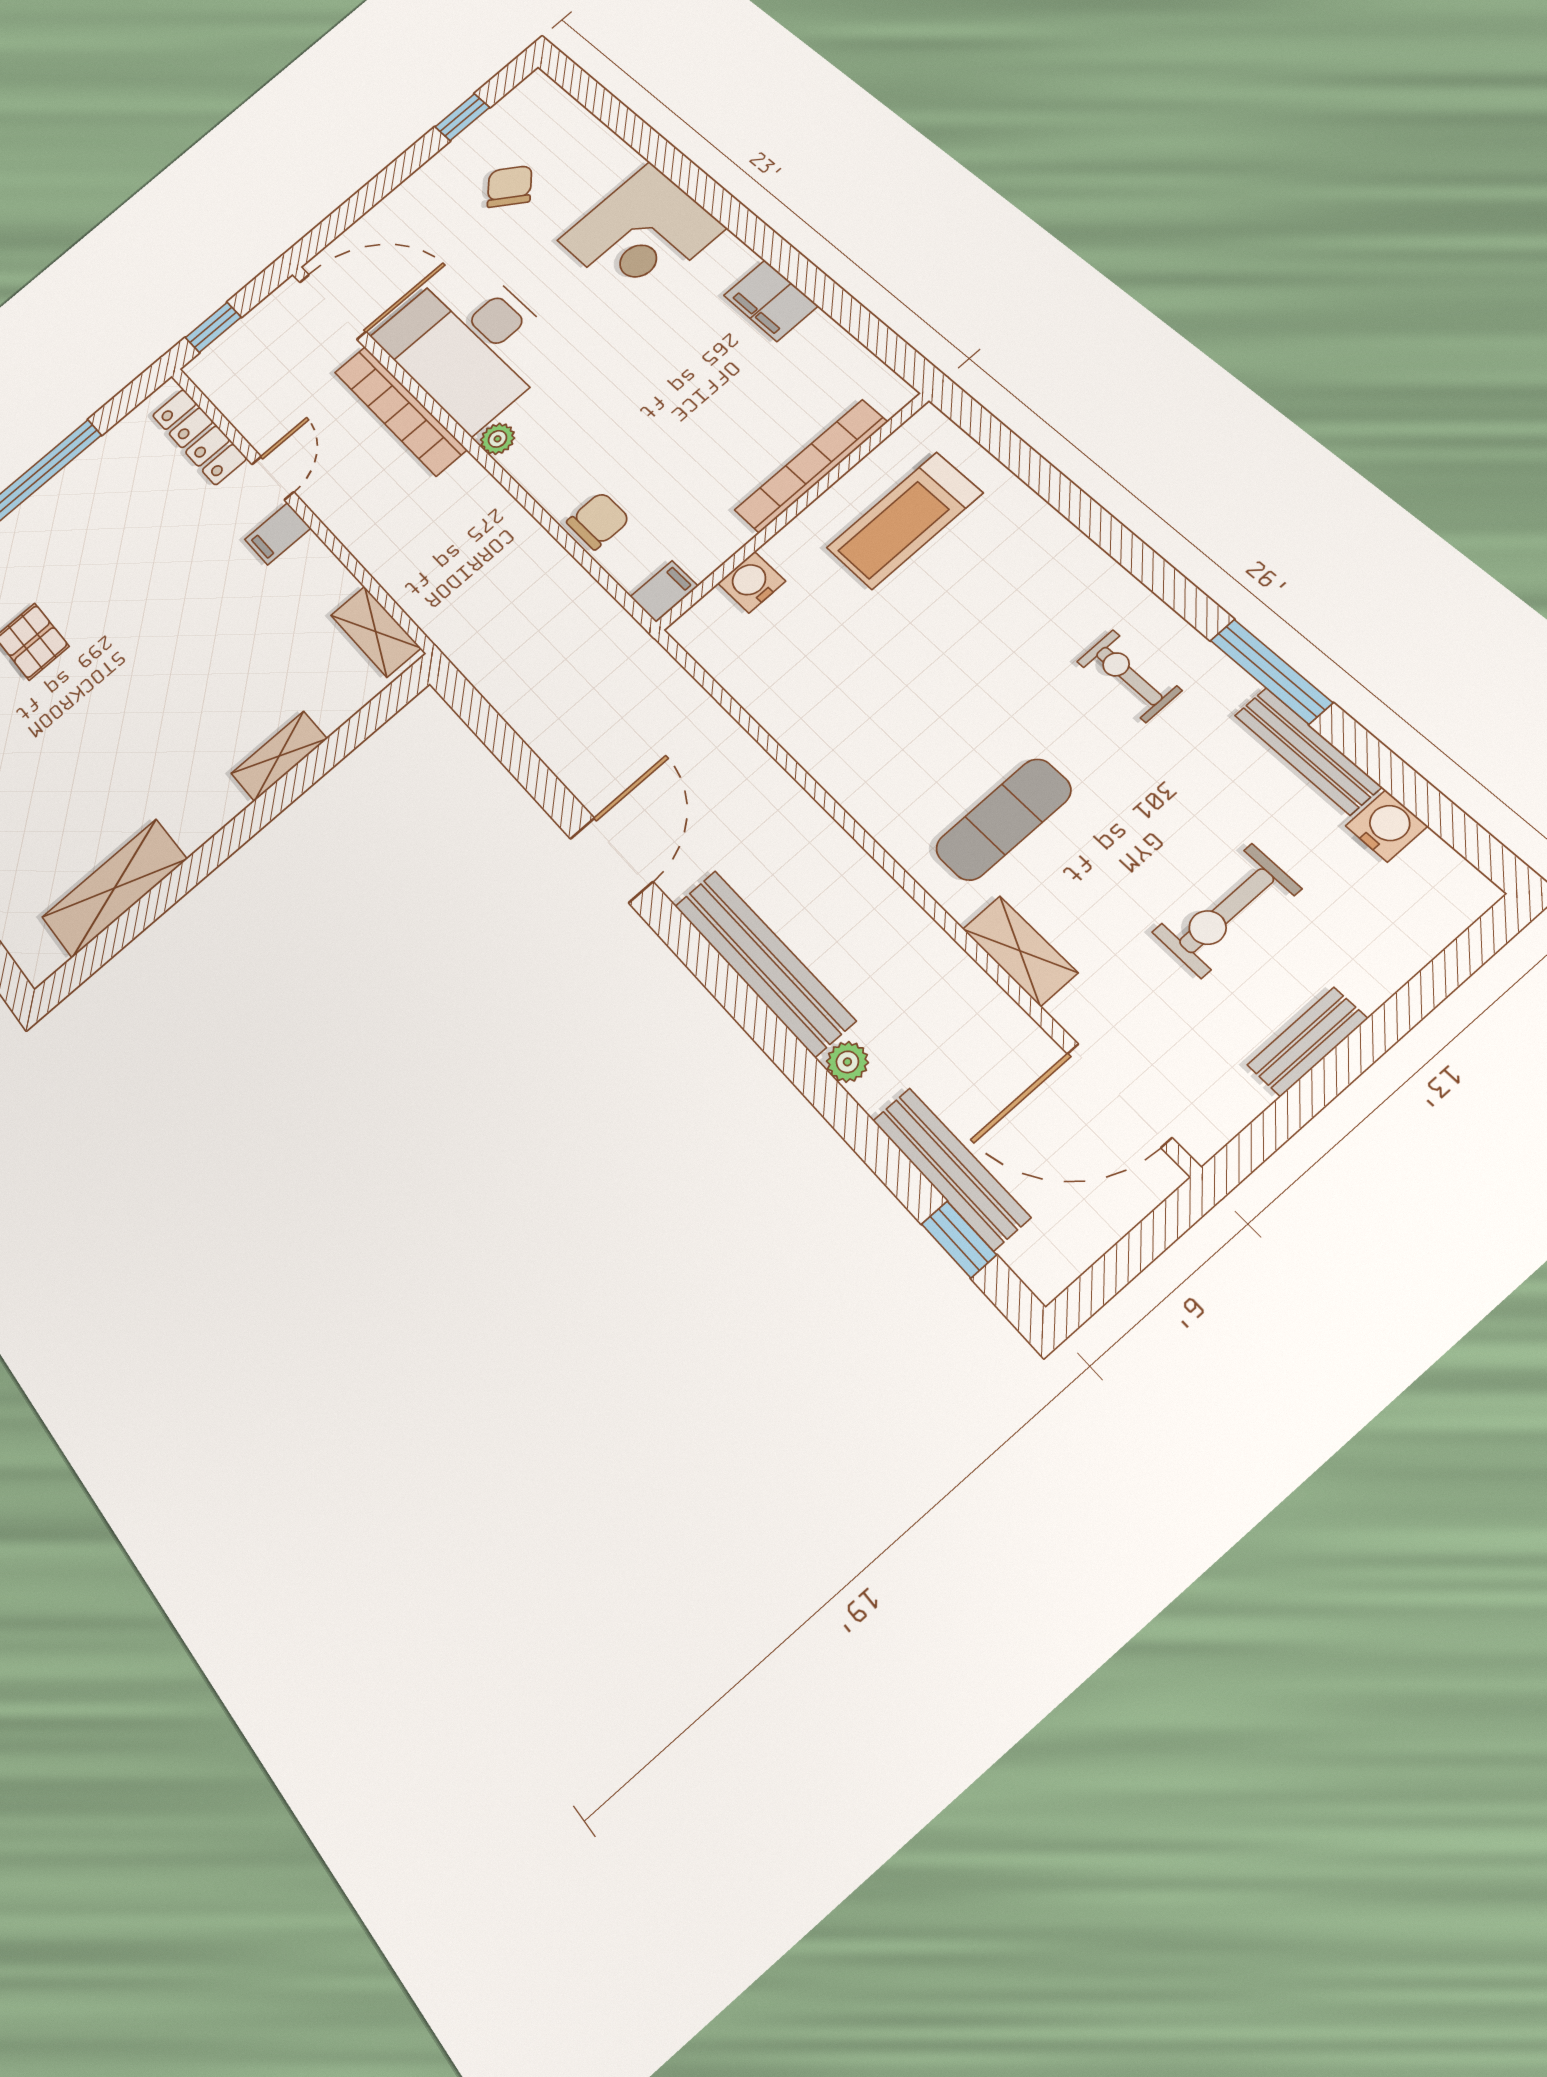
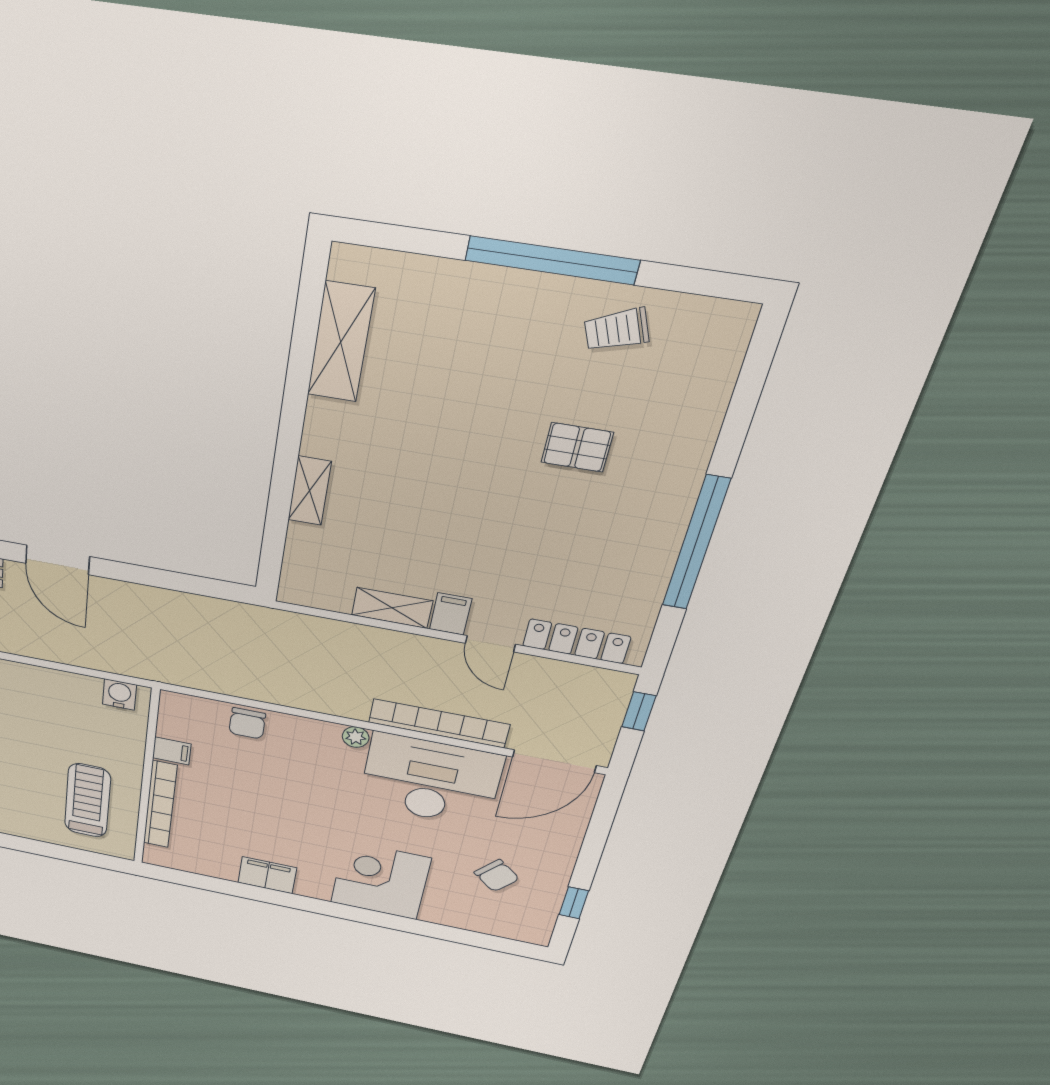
water cooler: (752, 582) -> (119, 694), moved, turned -90
filing cabinet: (664, 591) -> (172, 751), moved, turned -90
shelving: (376, 632) -> (392, 608), moved

